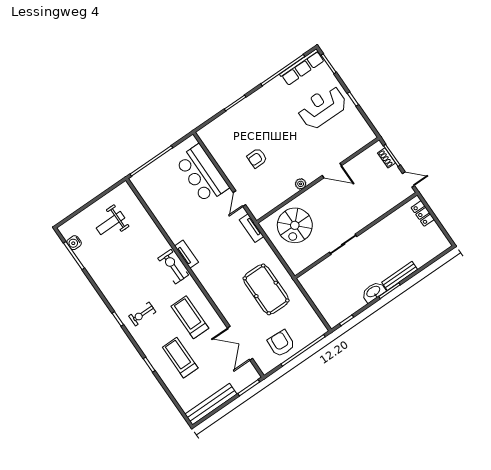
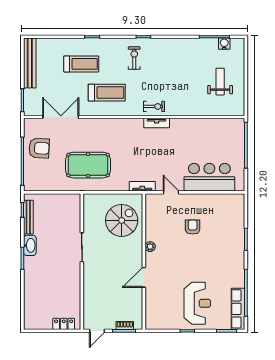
spiral stairs: (295, 225) -> (122, 220), turned 90
exercise bike: (173, 267) -> (154, 106), width x0.73, depth x0.72
bench: (400, 276) -> (28, 217), moved

